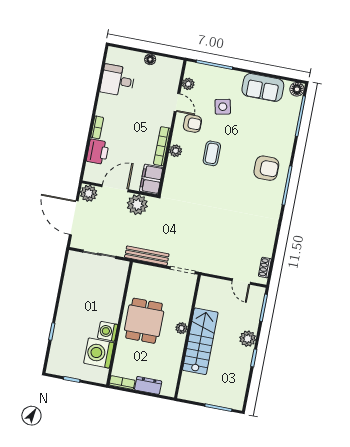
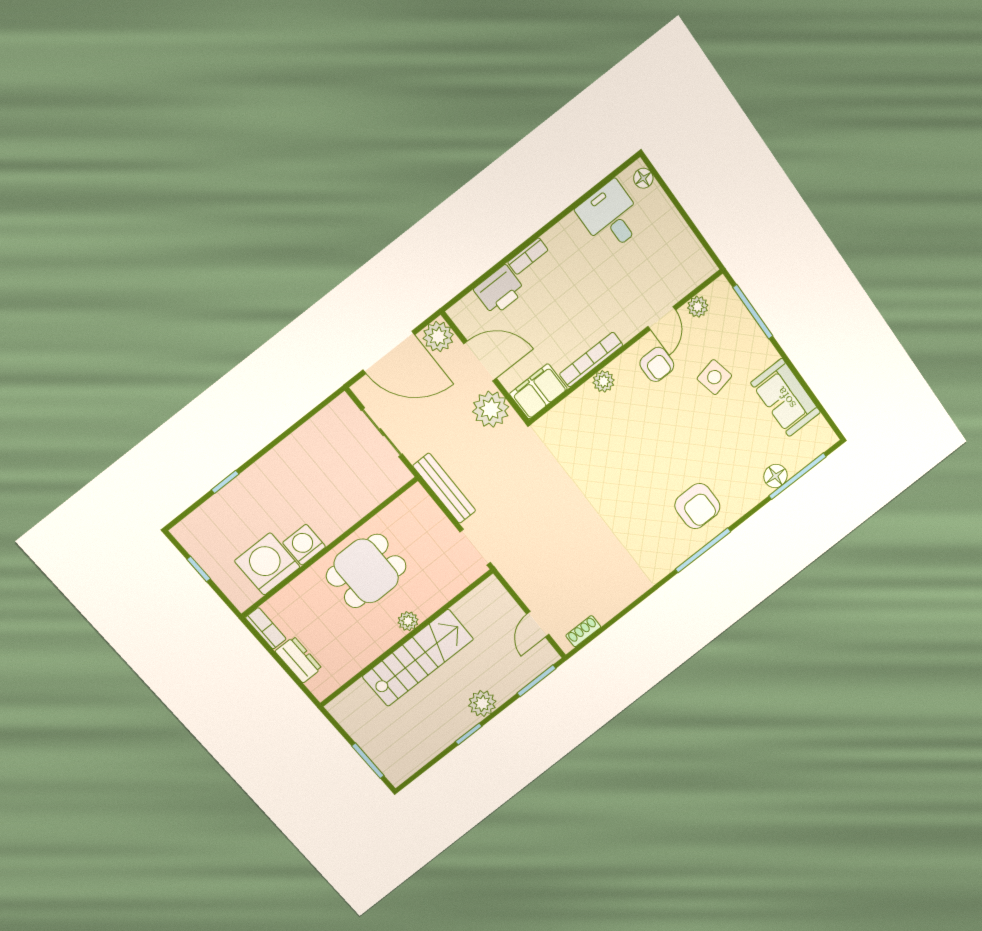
floor lamp: (150, 59) -> (643, 178), moved
floor lamp: (297, 89) -> (775, 476), moved
coffee table: (212, 153) -> (647, 426), removed
door: (74, 218) -> (389, 352), swing flipped

